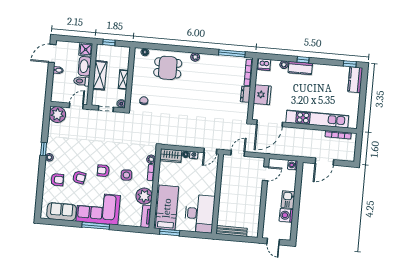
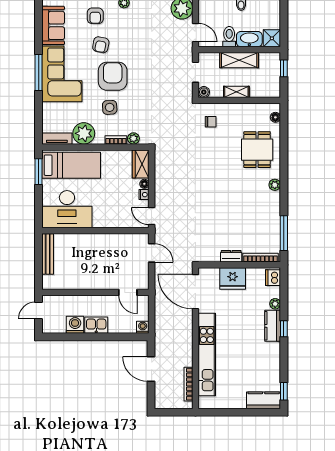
armchair: (103, 171) -> (113, 76), width x1.88, depth x1.88

